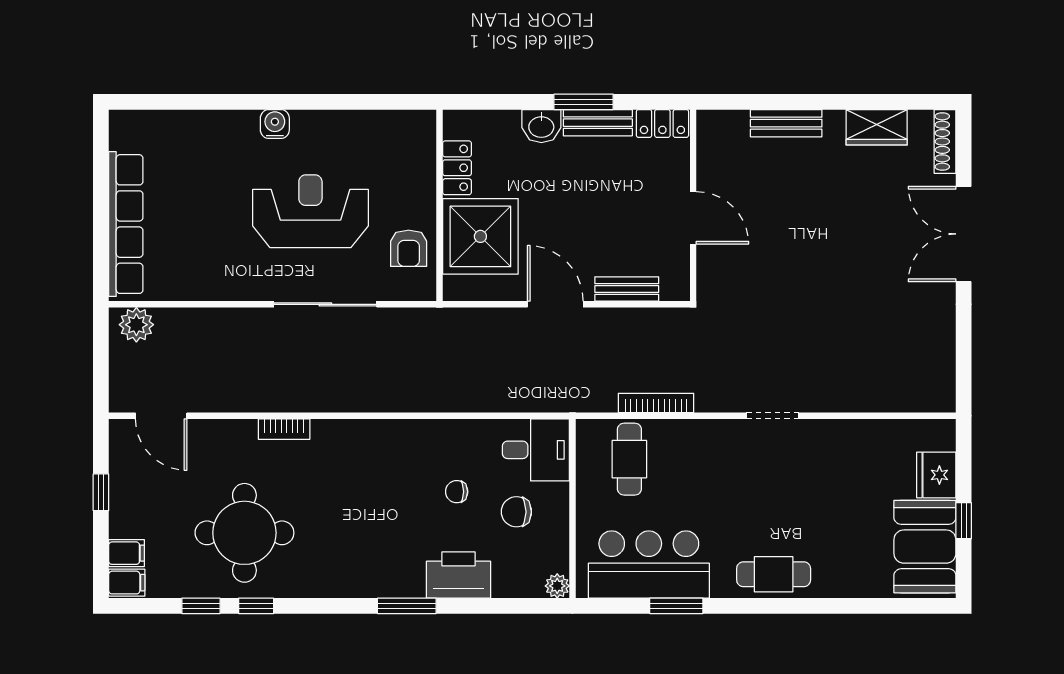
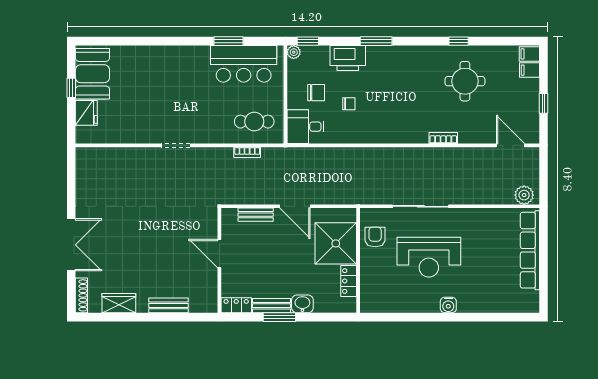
bookcase: (656, 403) -> (247, 152), width x0.64
cafe table: (629, 459) -> (254, 122), turned 90
round table: (244, 533) -> (465, 81), width x0.73, depth x0.73
cafe table: (774, 574) -> (175, 59), removed
window: (201, 606) -> (308, 41), moved

